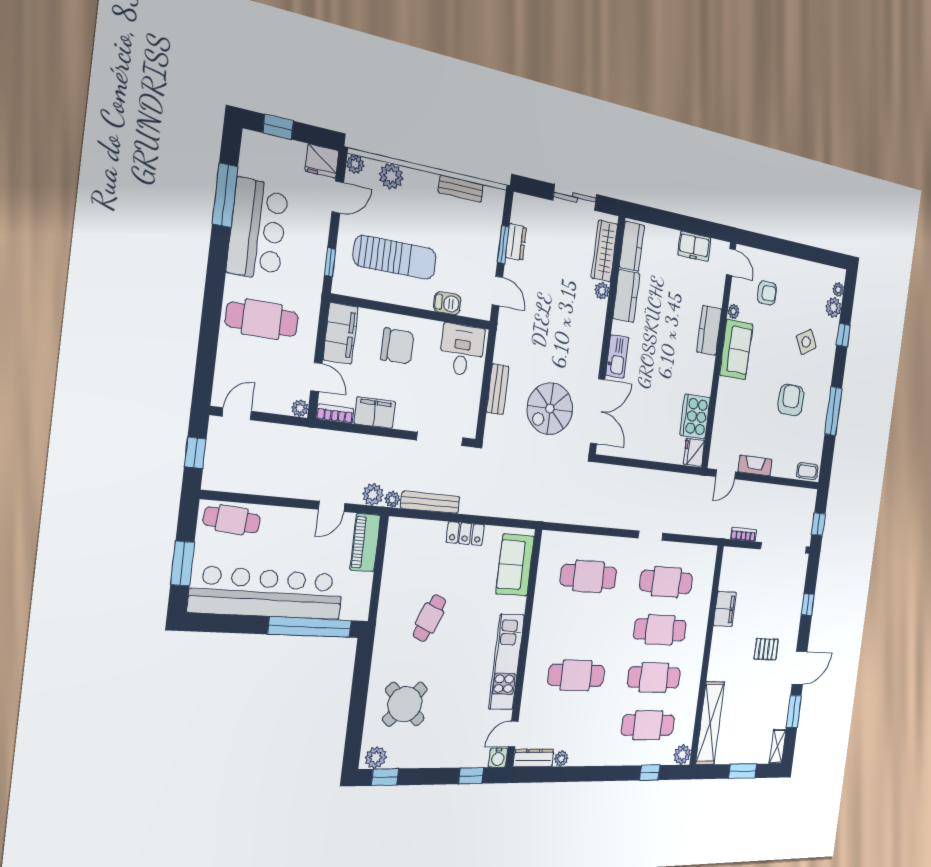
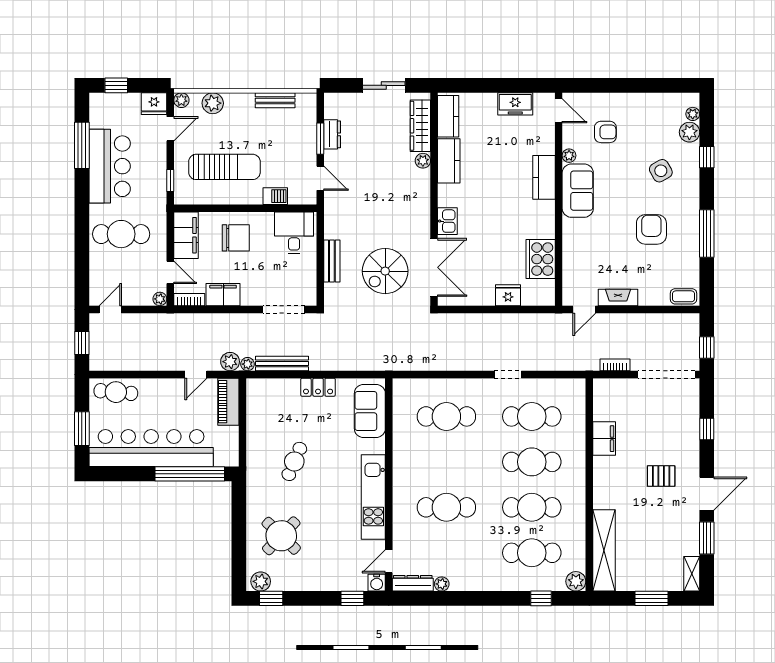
kitchen sink: (617, 356) -> (447, 221), width x0.73
fridge: (694, 452) -> (508, 295), moved, turned 90

